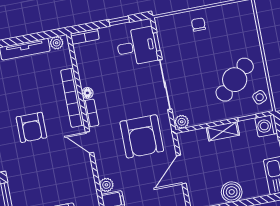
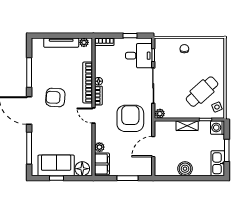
armchair: (31, 127) -> (55, 97), turned 94
armchair: (142, 136) -> (130, 118), turned 180

